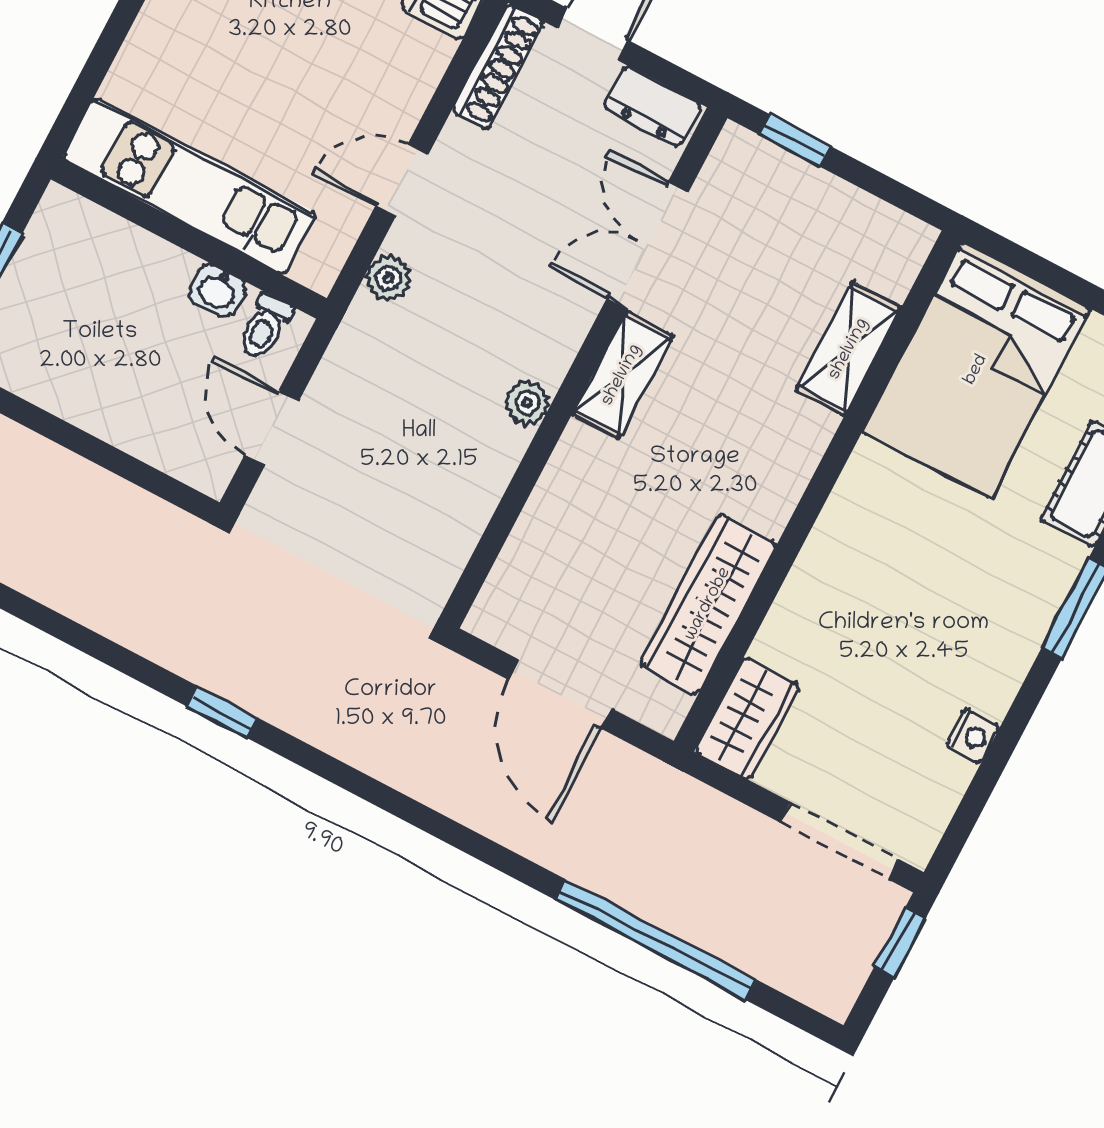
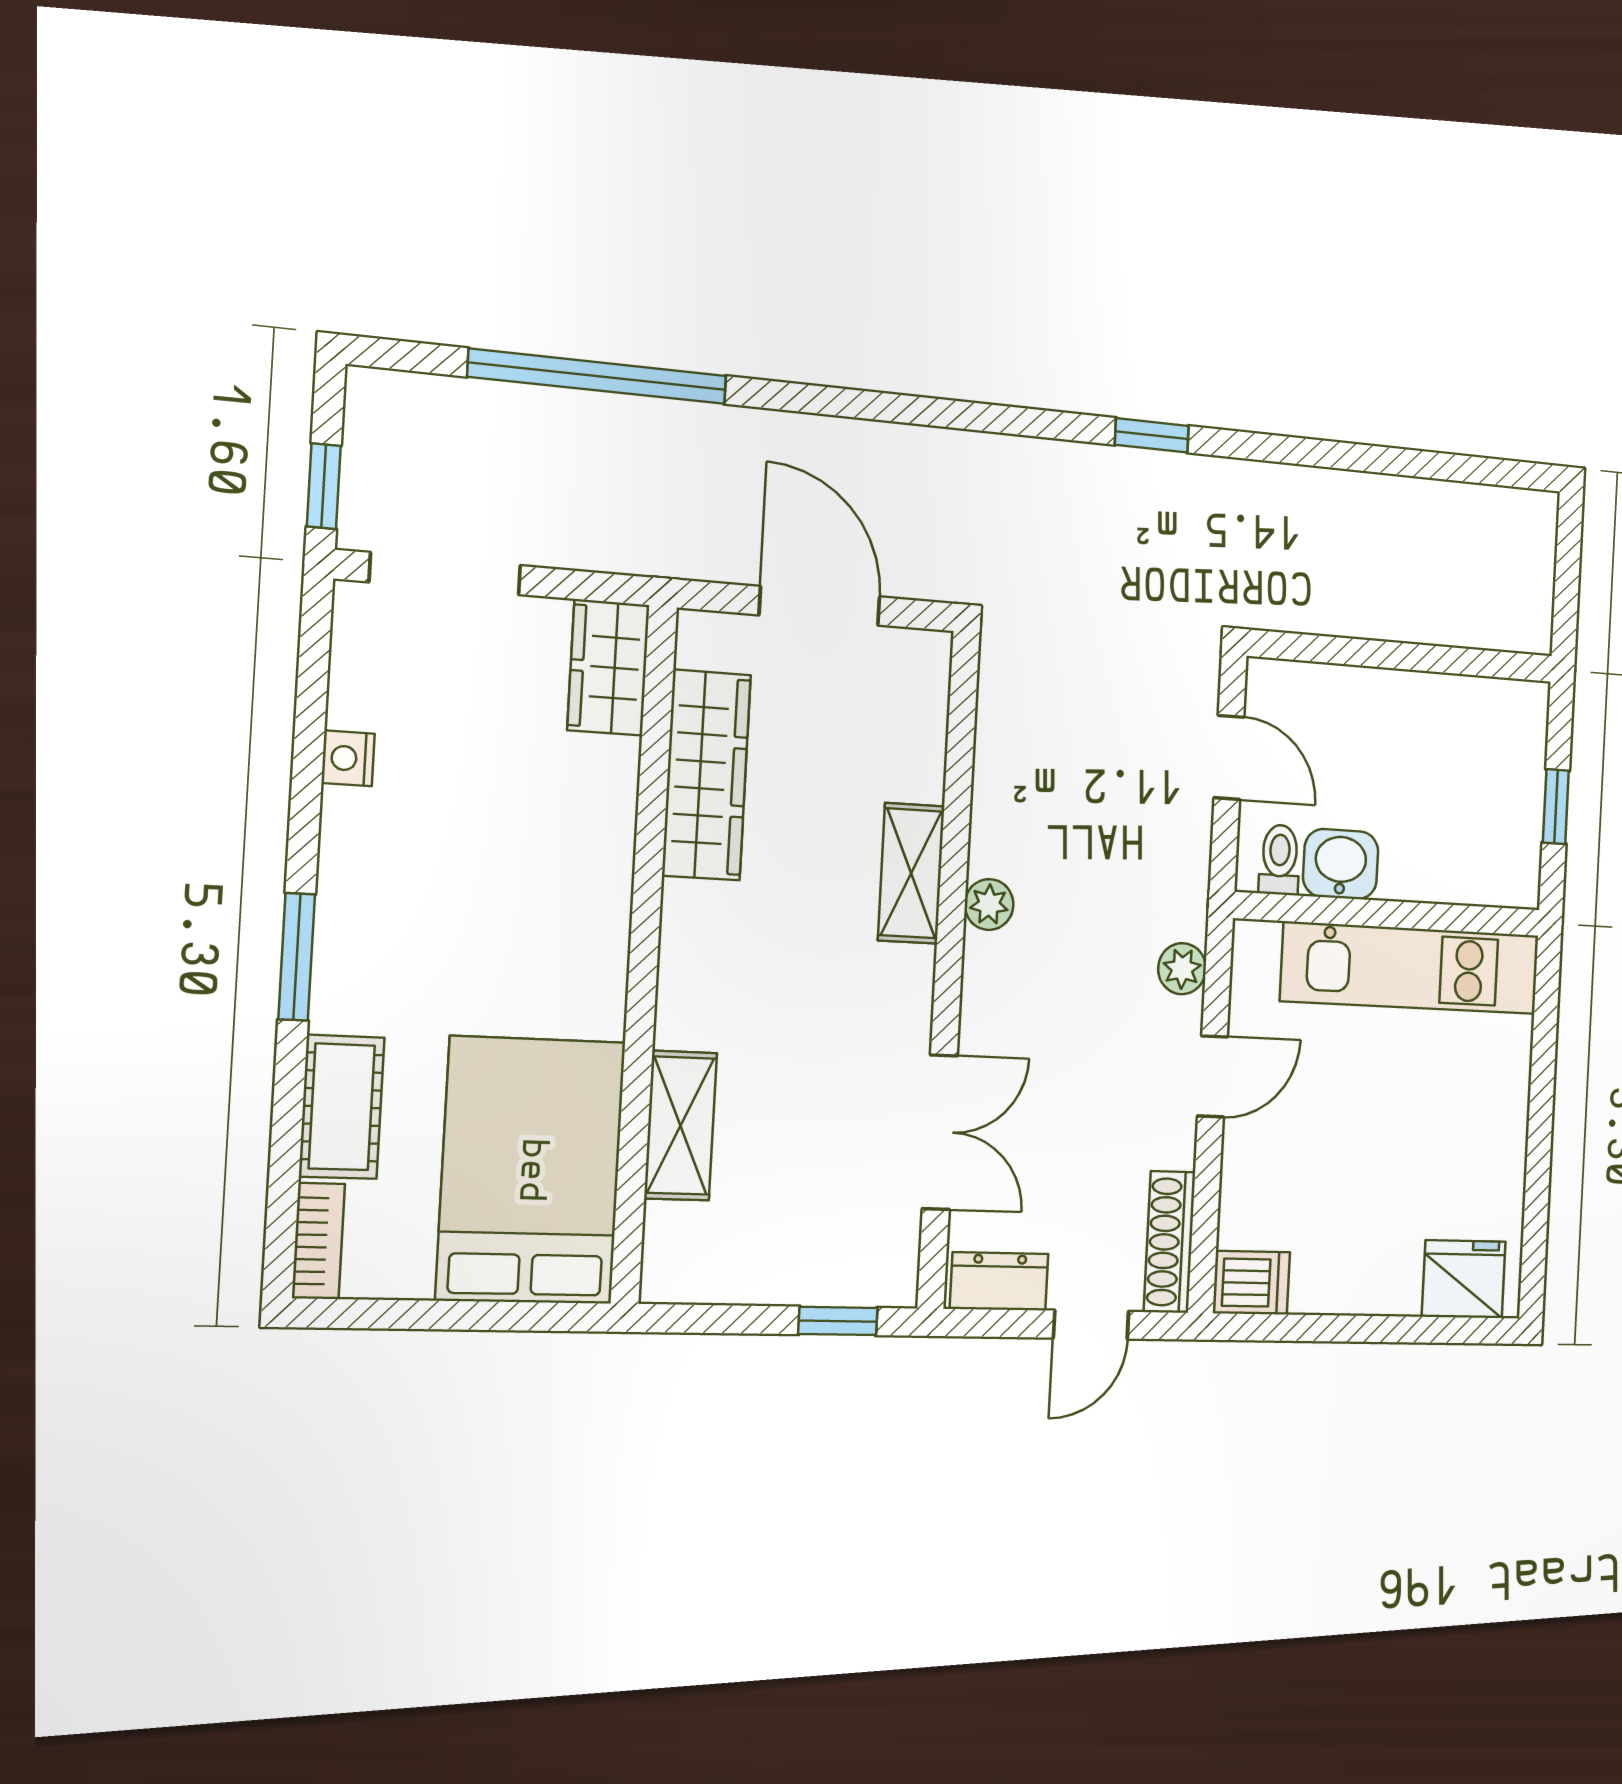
washbasin: (217, 290) -> (1341, 864), width x1.38, depth x1.45
shelving: (622, 375) -> (911, 873), moved

